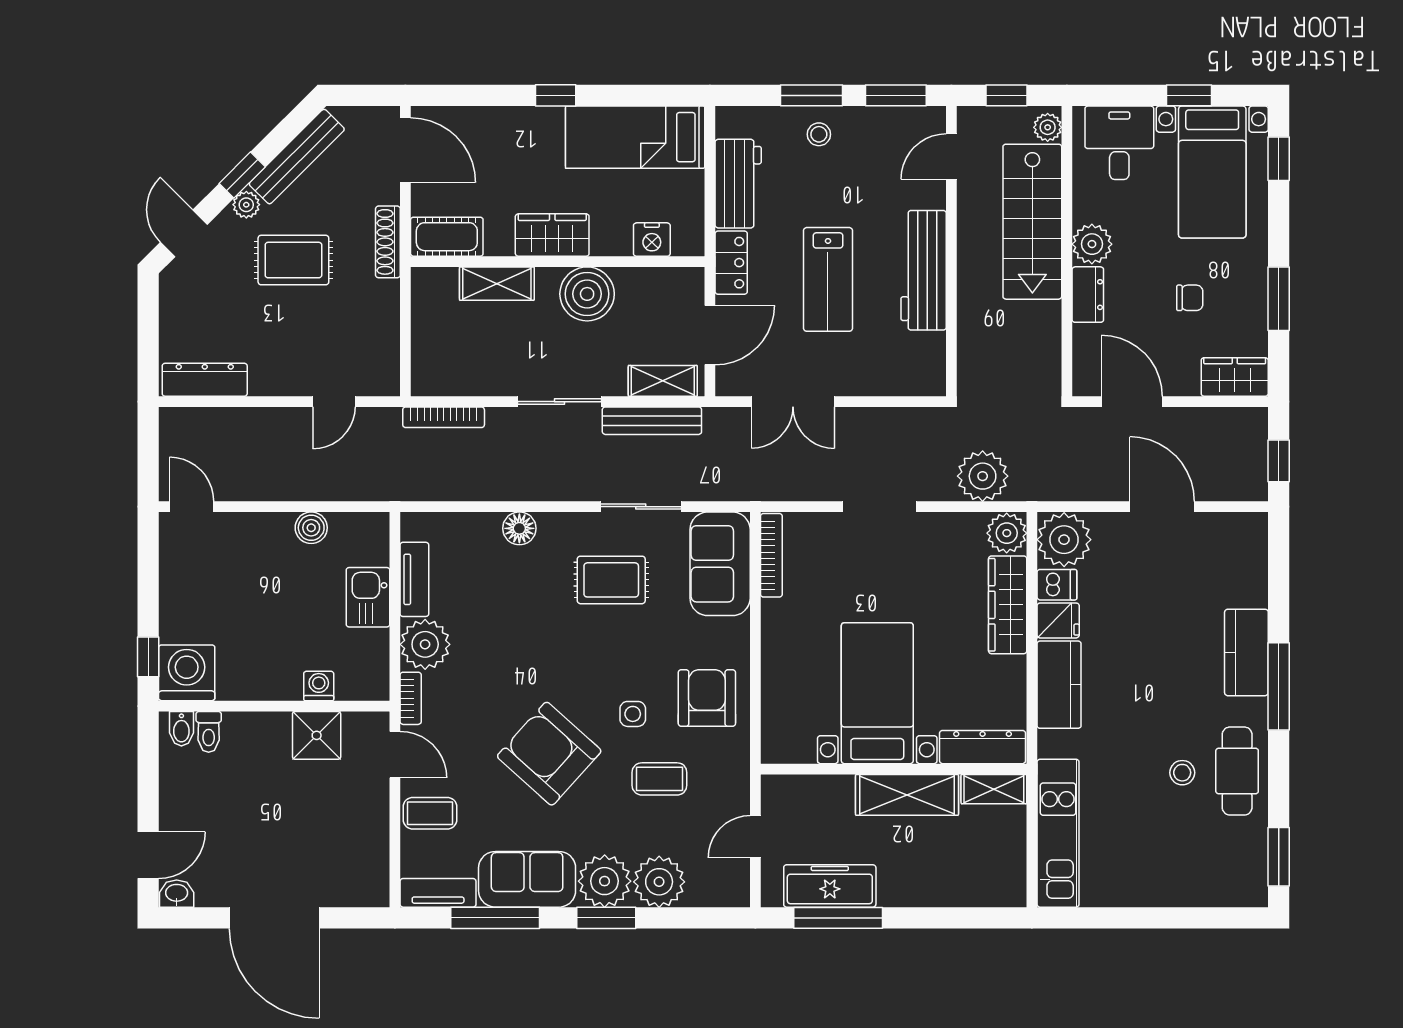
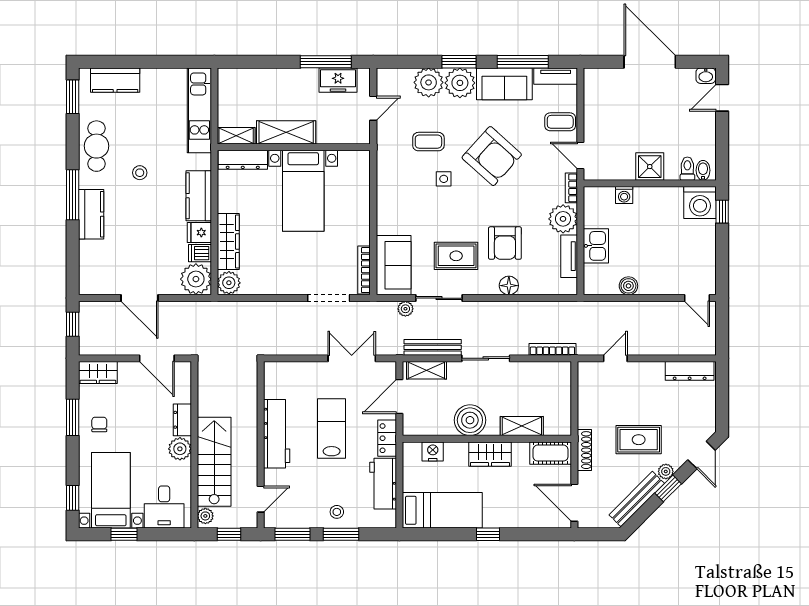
chair: (1190, 298) -> (99, 424), moved, turned 90
plant: (983, 476) -> (405, 309), moved, width x0.53, depth x0.53
doorway: (879, 507) -> (329, 298), moved
armchair: (707, 698) -> (505, 243), moved
shower: (317, 735) -> (650, 167), moved
stool: (1182, 773) -> (140, 173), moved
freezer: (830, 886) -> (338, 80), width x0.71
kitchen counter: (1205, 886) -> (115, 80), added

